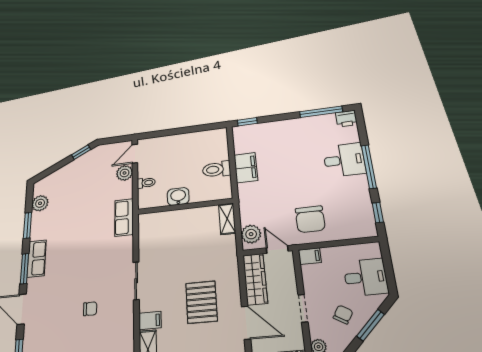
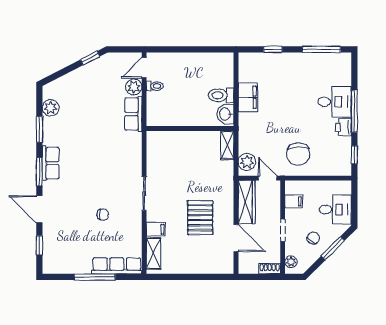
printer: (346, 119) -> (343, 127), moved, turned 90
window: (247, 122) -> (273, 49), moved
toilet: (146, 183) -> (155, 86), moved
washbasin: (178, 196) -> (225, 114), moved, turned -90
row of seats: (124, 217) -> (133, 114), moved
filing cabinet: (310, 256) -> (294, 201), moved

